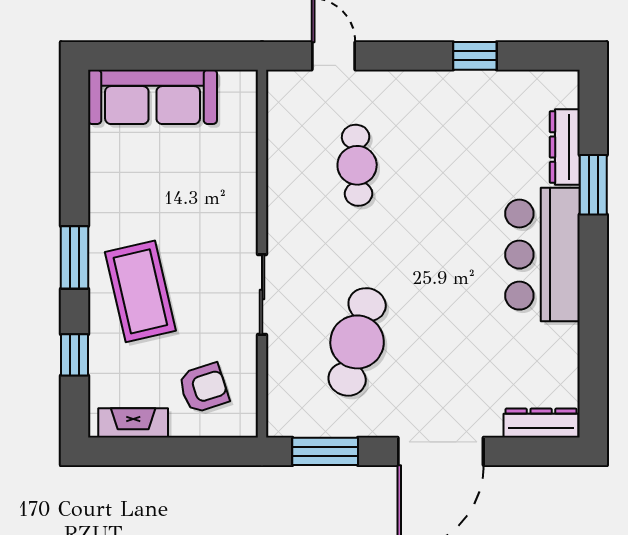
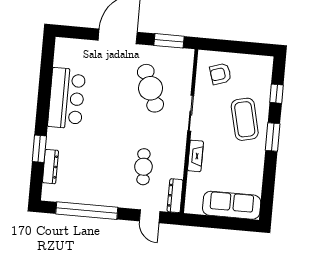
window: (475, 56) -> (87, 211), width x3.17
bar counter: (542, 255) -> (67, 98), moved
cafe table: (357, 342) -> (150, 88), turned -36
fireplace: (133, 423) -> (195, 156), moved, turned -90
dresser: (541, 423) -> (175, 196), moved, turned 90

